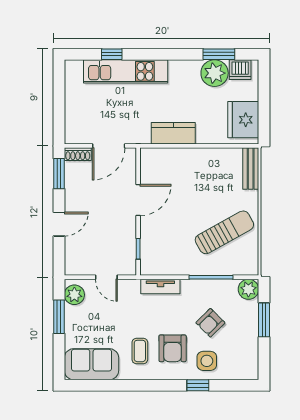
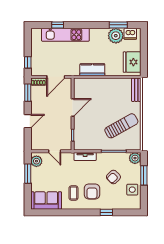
window: (59, 120) -> (28, 62), added
side table: (207, 361) -> (132, 190), moved

